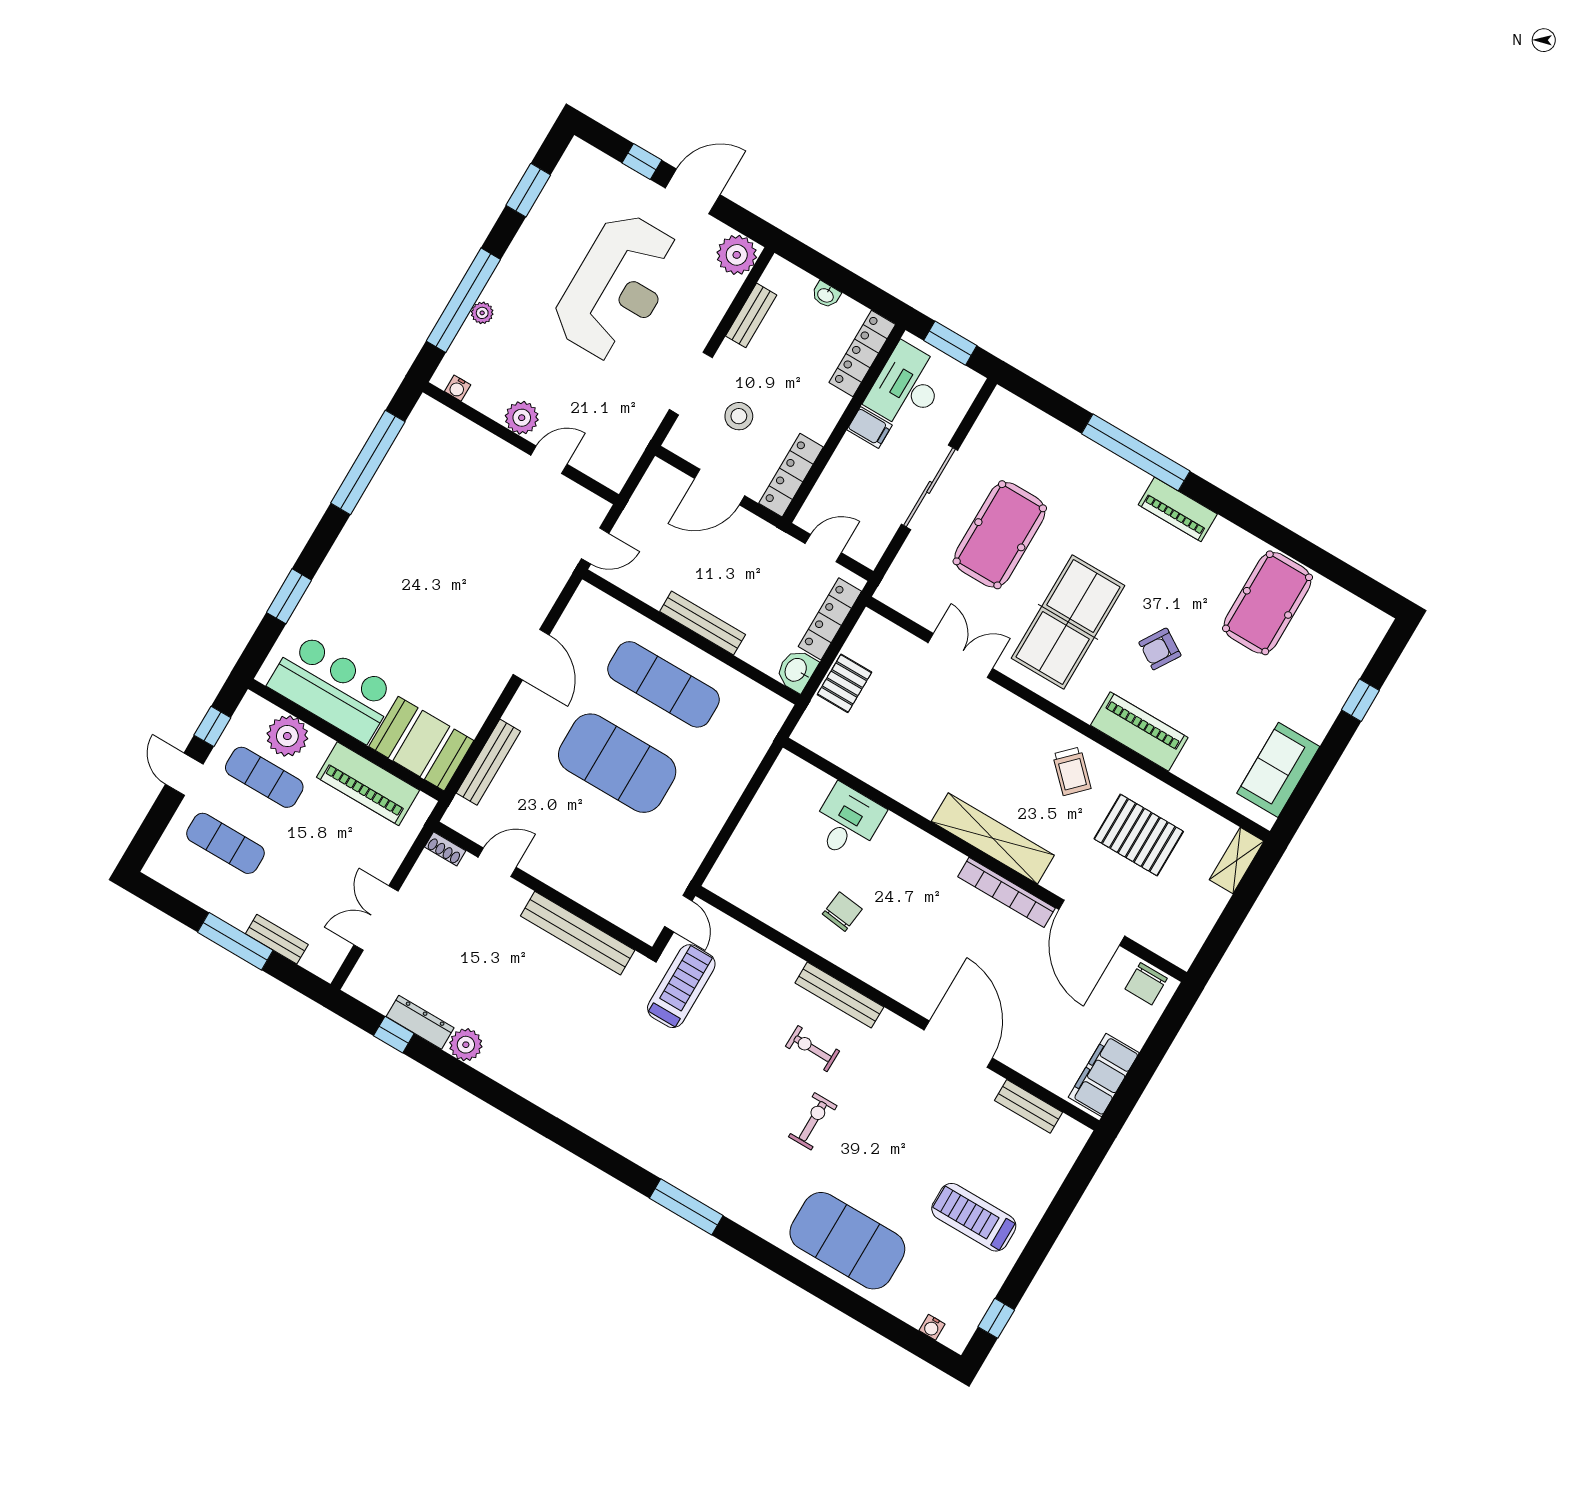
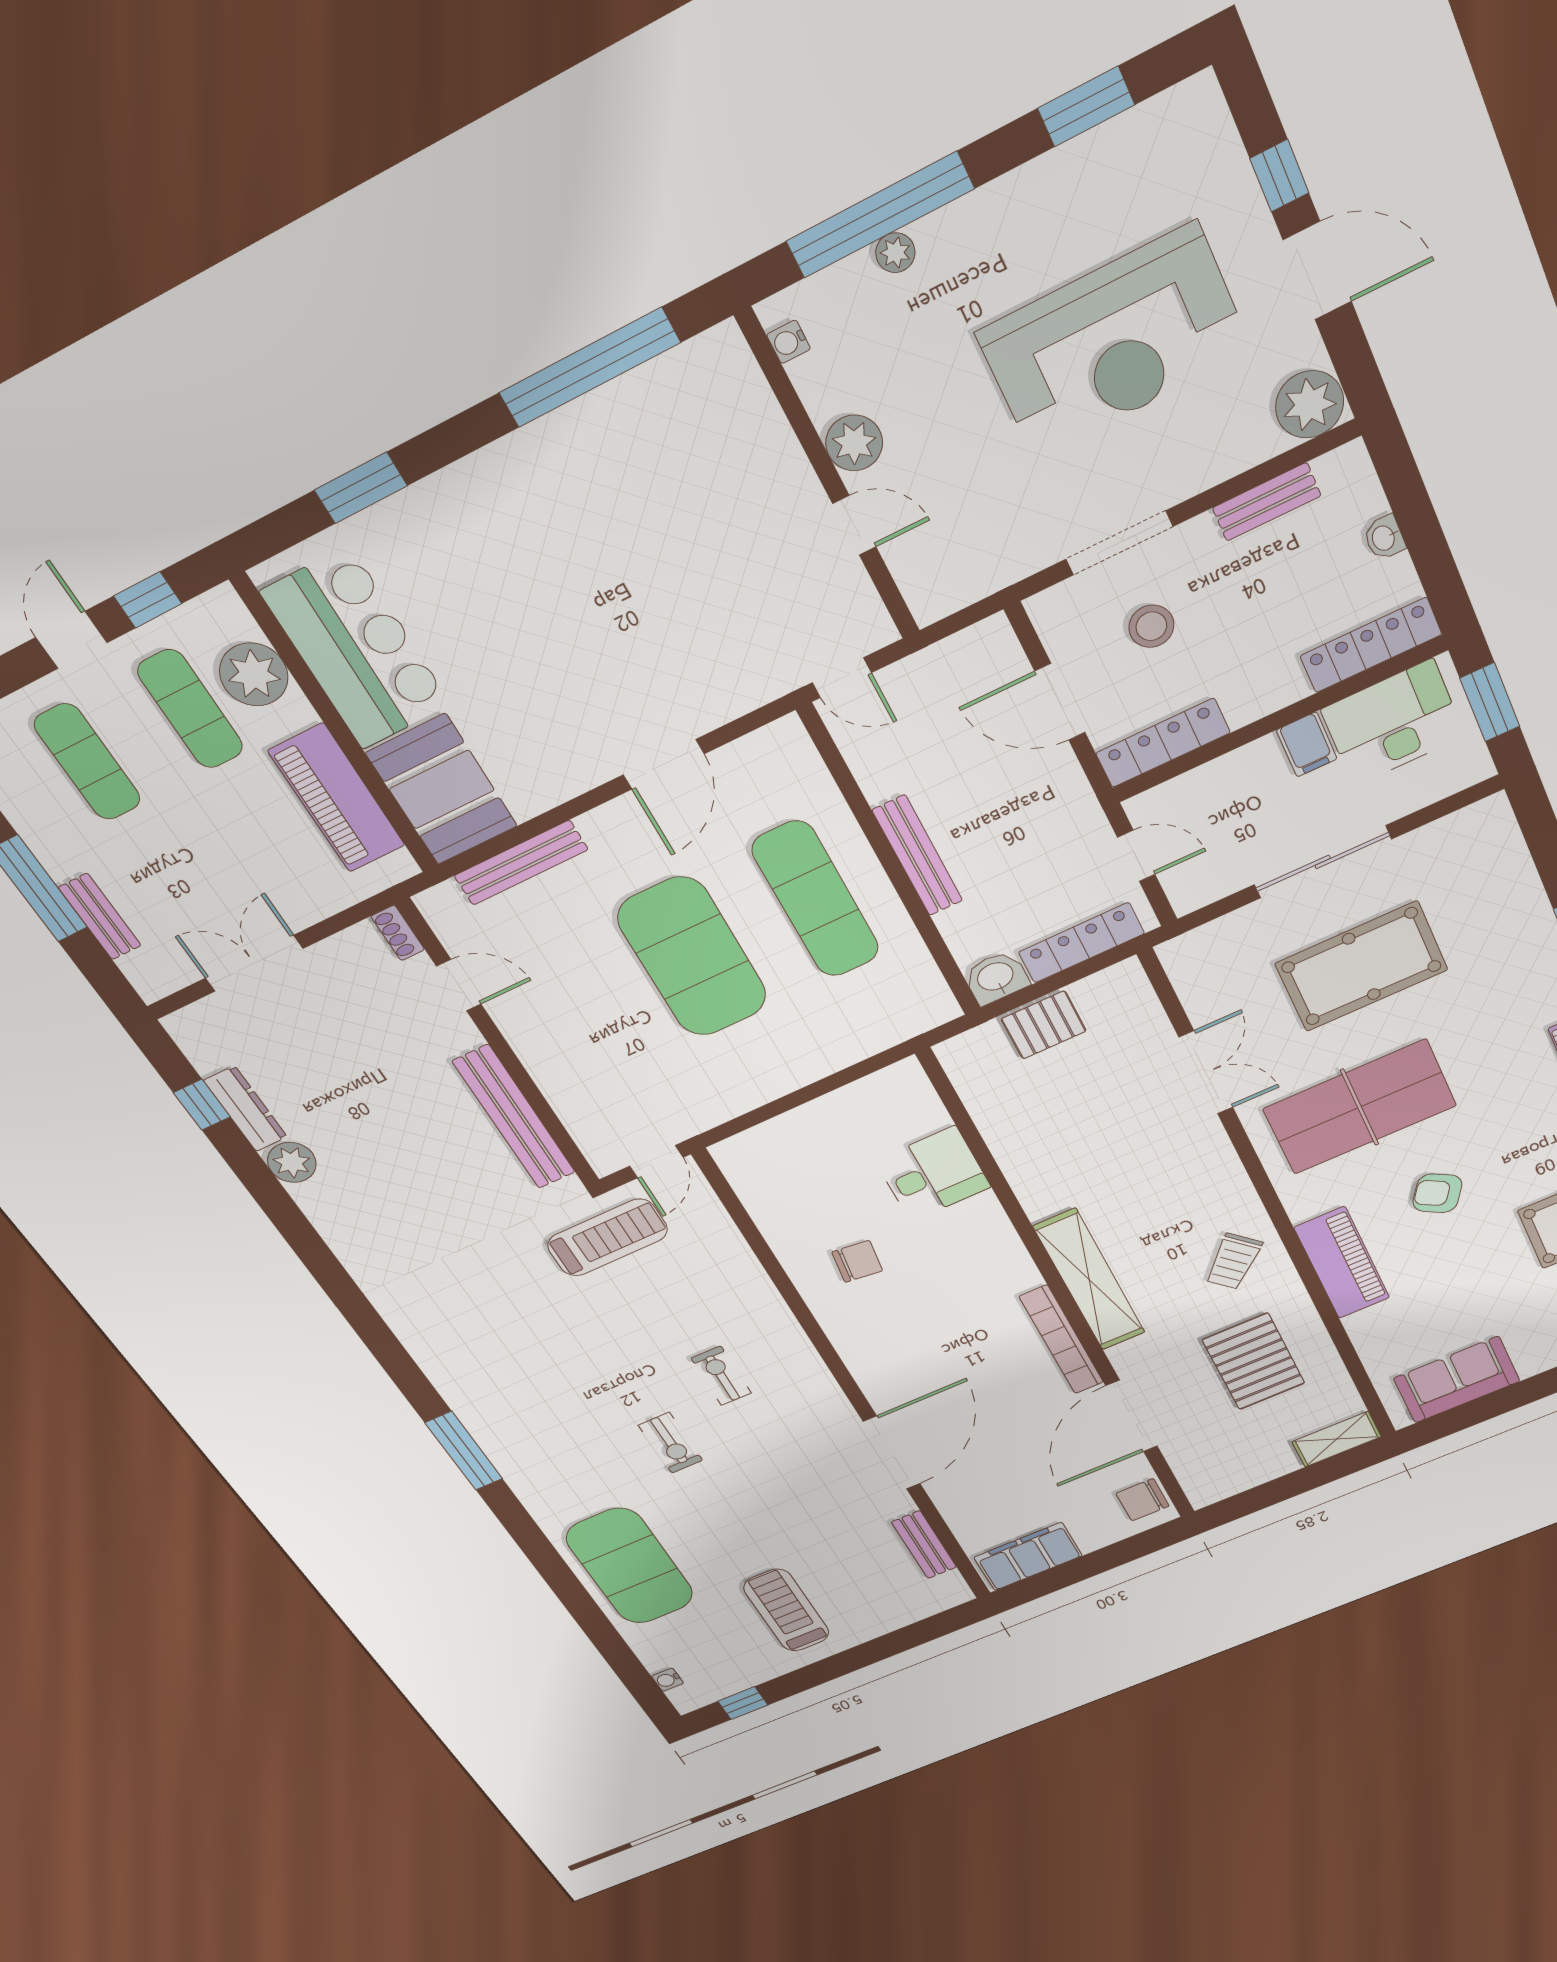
bench: (839, 995) -> (791, 1340), removed
exercise bike: (813, 1121) -> (671, 1443), turned 90

